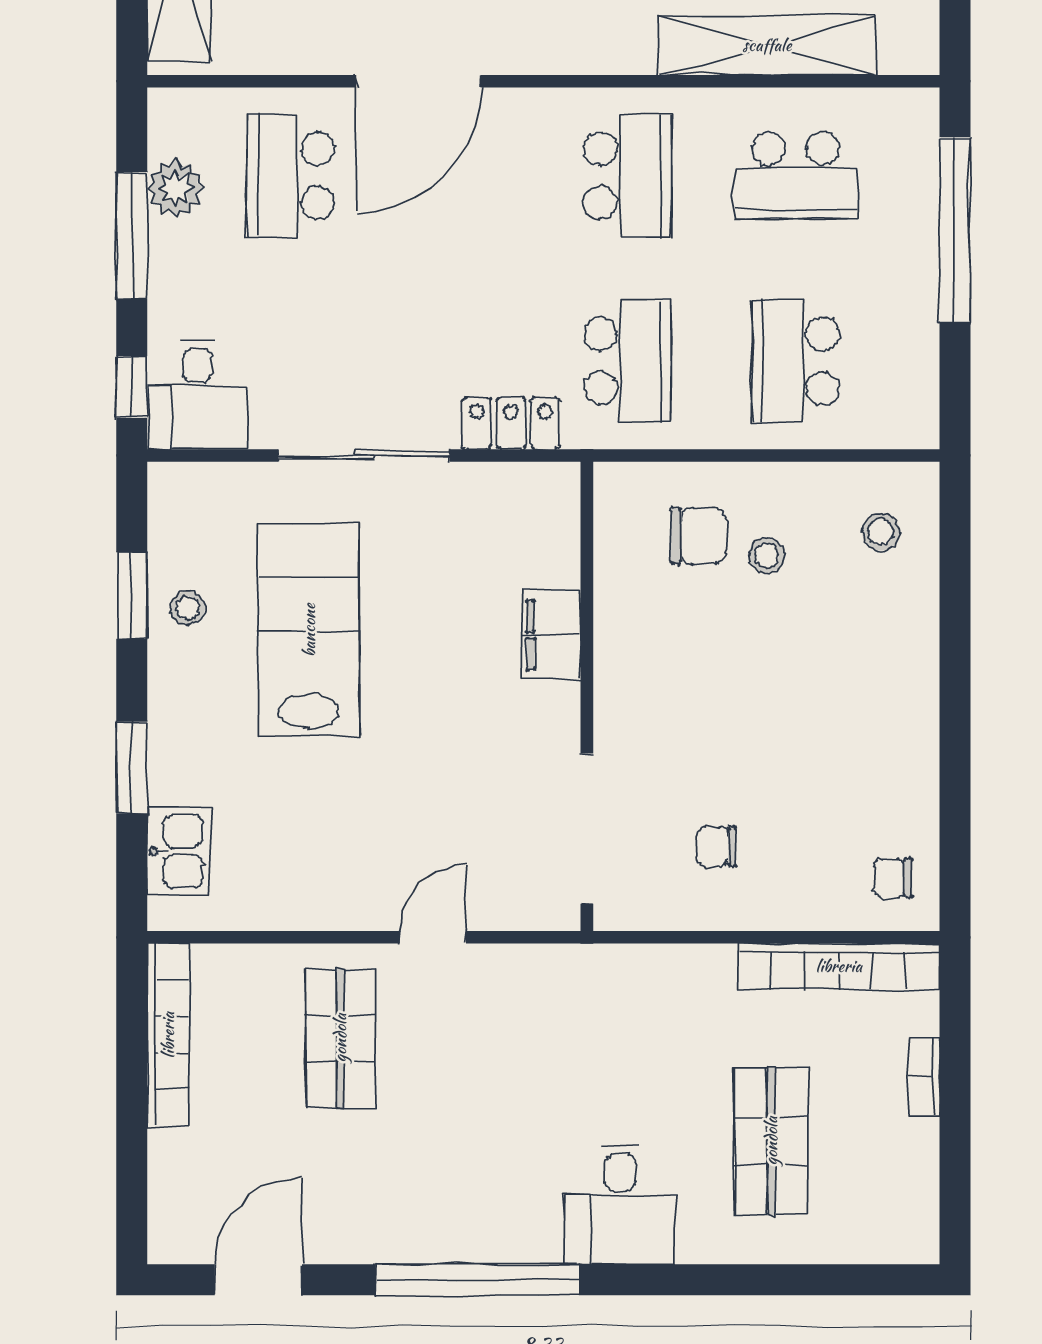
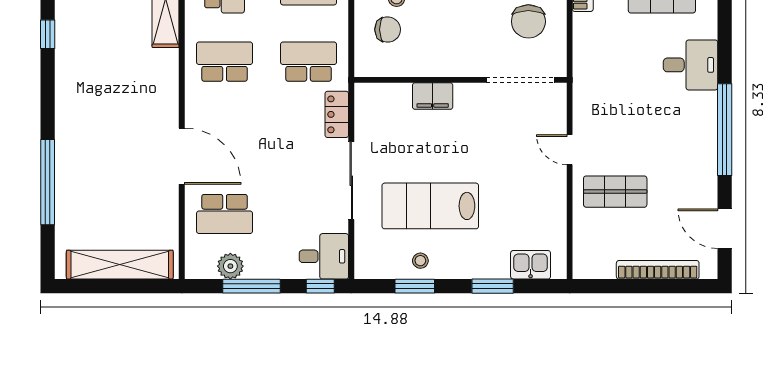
chair: (698, 536) -> (388, 30), turned 89
chair: (716, 847) -> (528, 21), width x1.87, depth x1.87
bookcase: (168, 1035) -> (658, 270), moved

